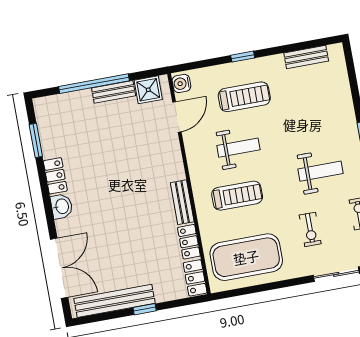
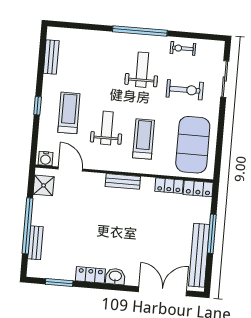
bench: (114, 92) -> (35, 243), moved
bench: (182, 202) -> (123, 181), moved
exercise bike: (310, 229) -> (185, 90), width x1.38, depth x1.39
window: (145, 309) -> (212, 234), width x2.17

